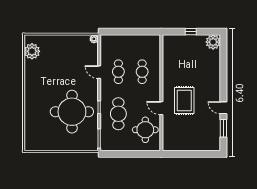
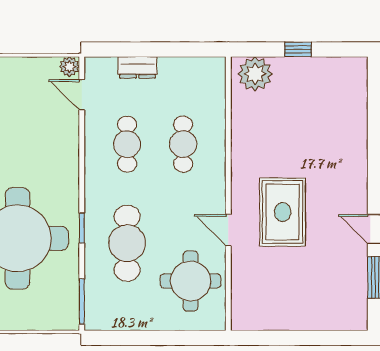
dresser: (123, 39) -> (138, 67), added
plant: (213, 42) -> (255, 74), moved
door: (99, 72) -> (82, 95), moved

